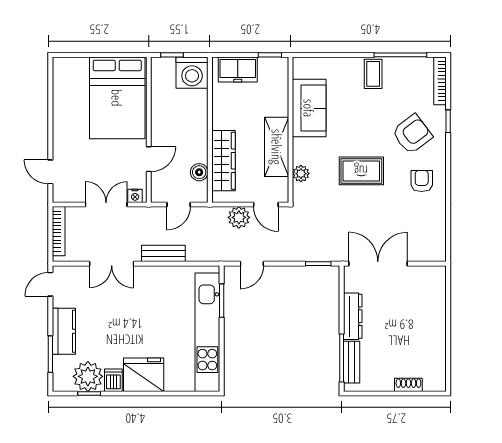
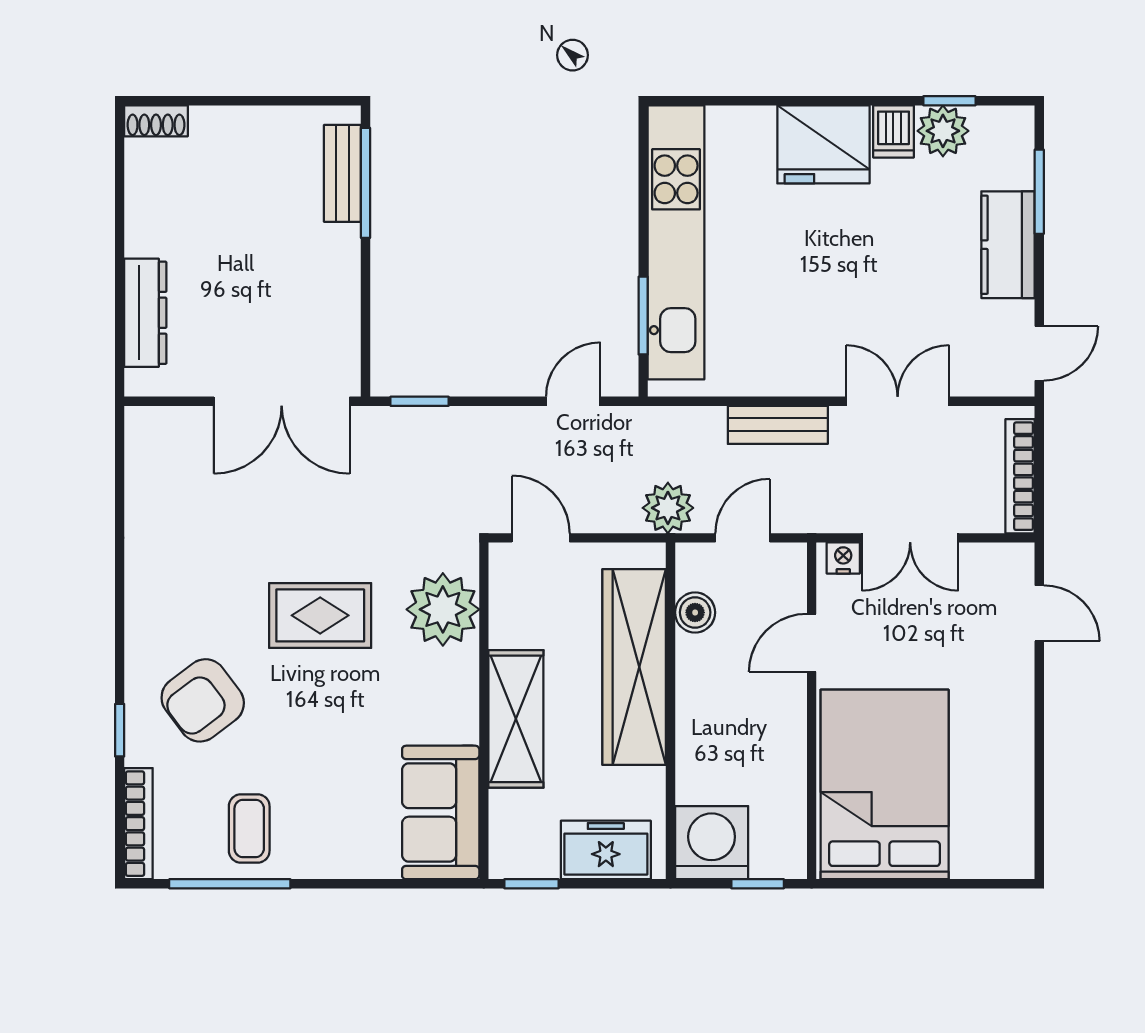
coffee table: (373, 74) -> (249, 828), moved
sofa: (309, 108) -> (441, 812), moved
shelving: (277, 147) -> (516, 719), moved
wardrobe: (223, 161) -> (634, 667), width x1.40, depth x1.17
plant: (301, 174) -> (443, 609), width x1.88, depth x1.88
armchair: (422, 181) -> (181, 592), removed
plant: (239, 217) -> (668, 508), moved
dresser: (353, 316) -> (145, 313), moved, turned 180
plant: (88, 376) -> (943, 131), width x0.73, depth x0.73
shoe rack: (408, 385) -> (156, 121), moved

